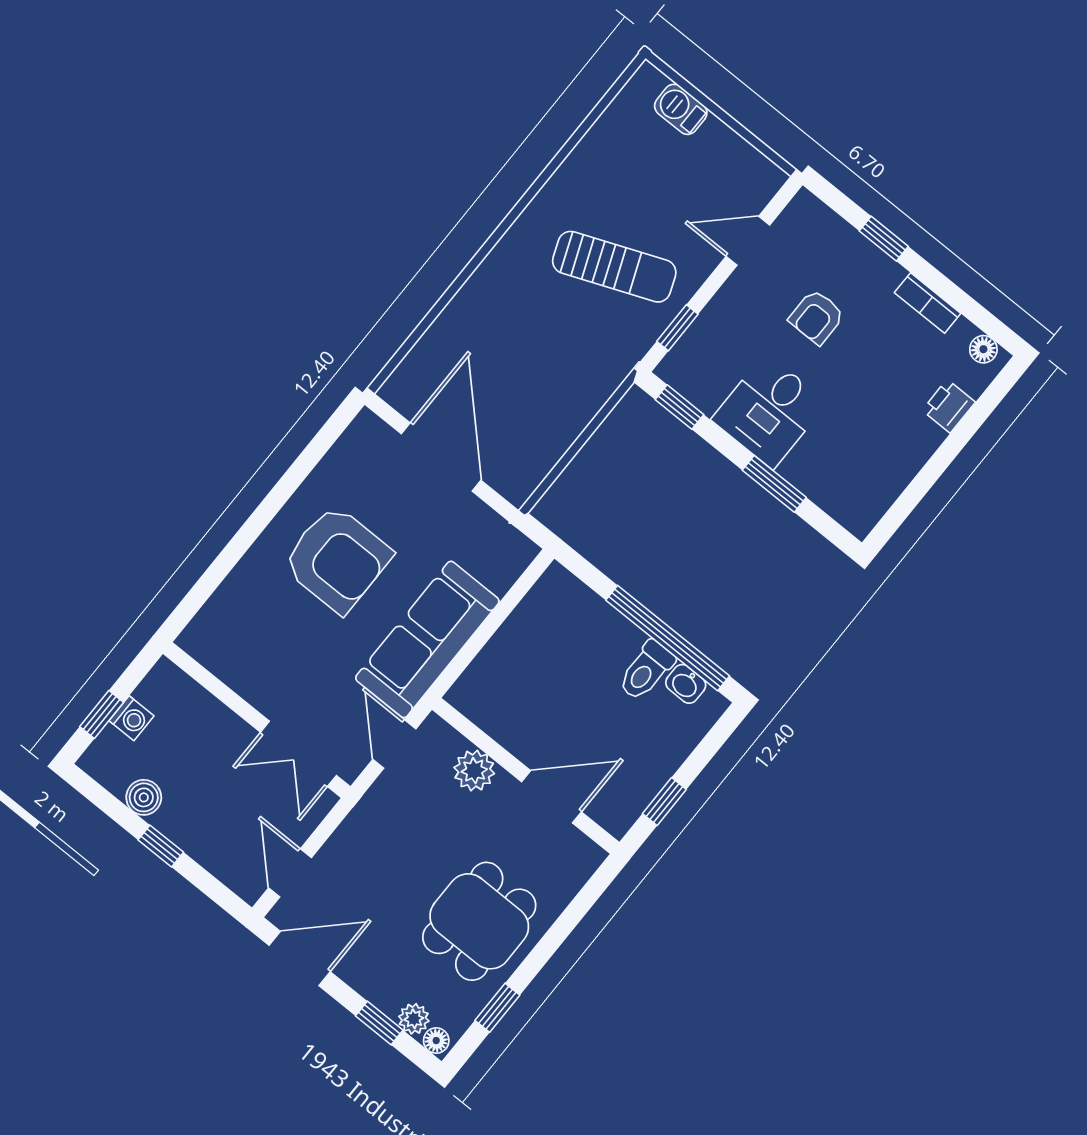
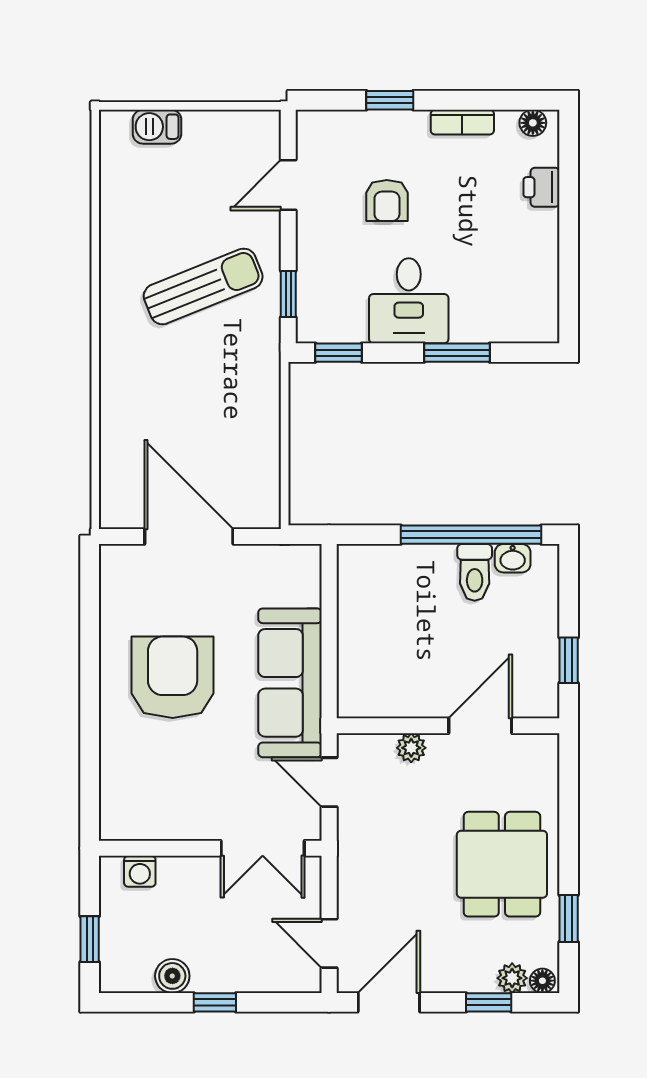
armchair: (337, 559) -> (173, 677), turned -90
washing machine: (132, 718) -> (140, 871), moved, turned 90
plant: (474, 771) -> (411, 748), width x0.73, depth x0.73

